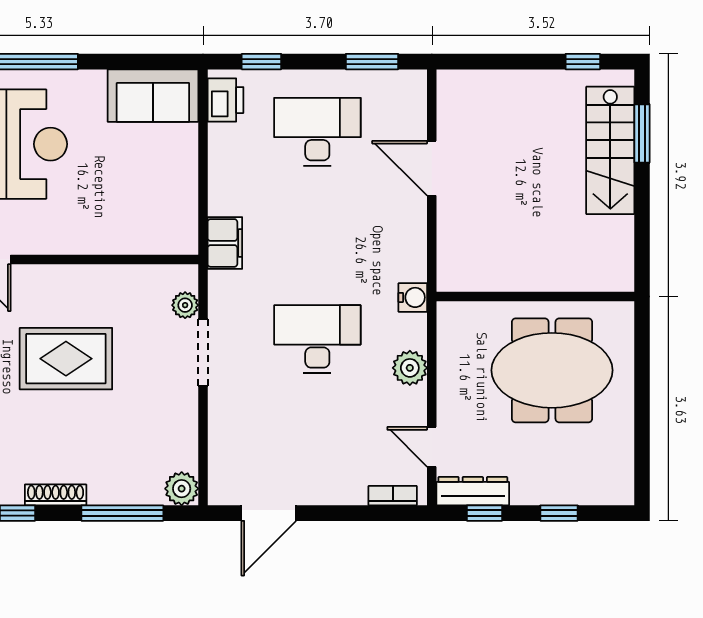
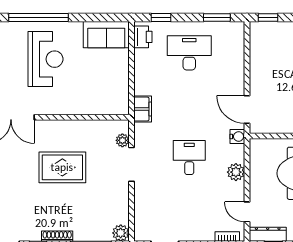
window: (473, 62) -> (268, 17), added
door: (432, 168) -> (247, 110), moved
desk: (317, 339) -> (189, 158), width x0.73

